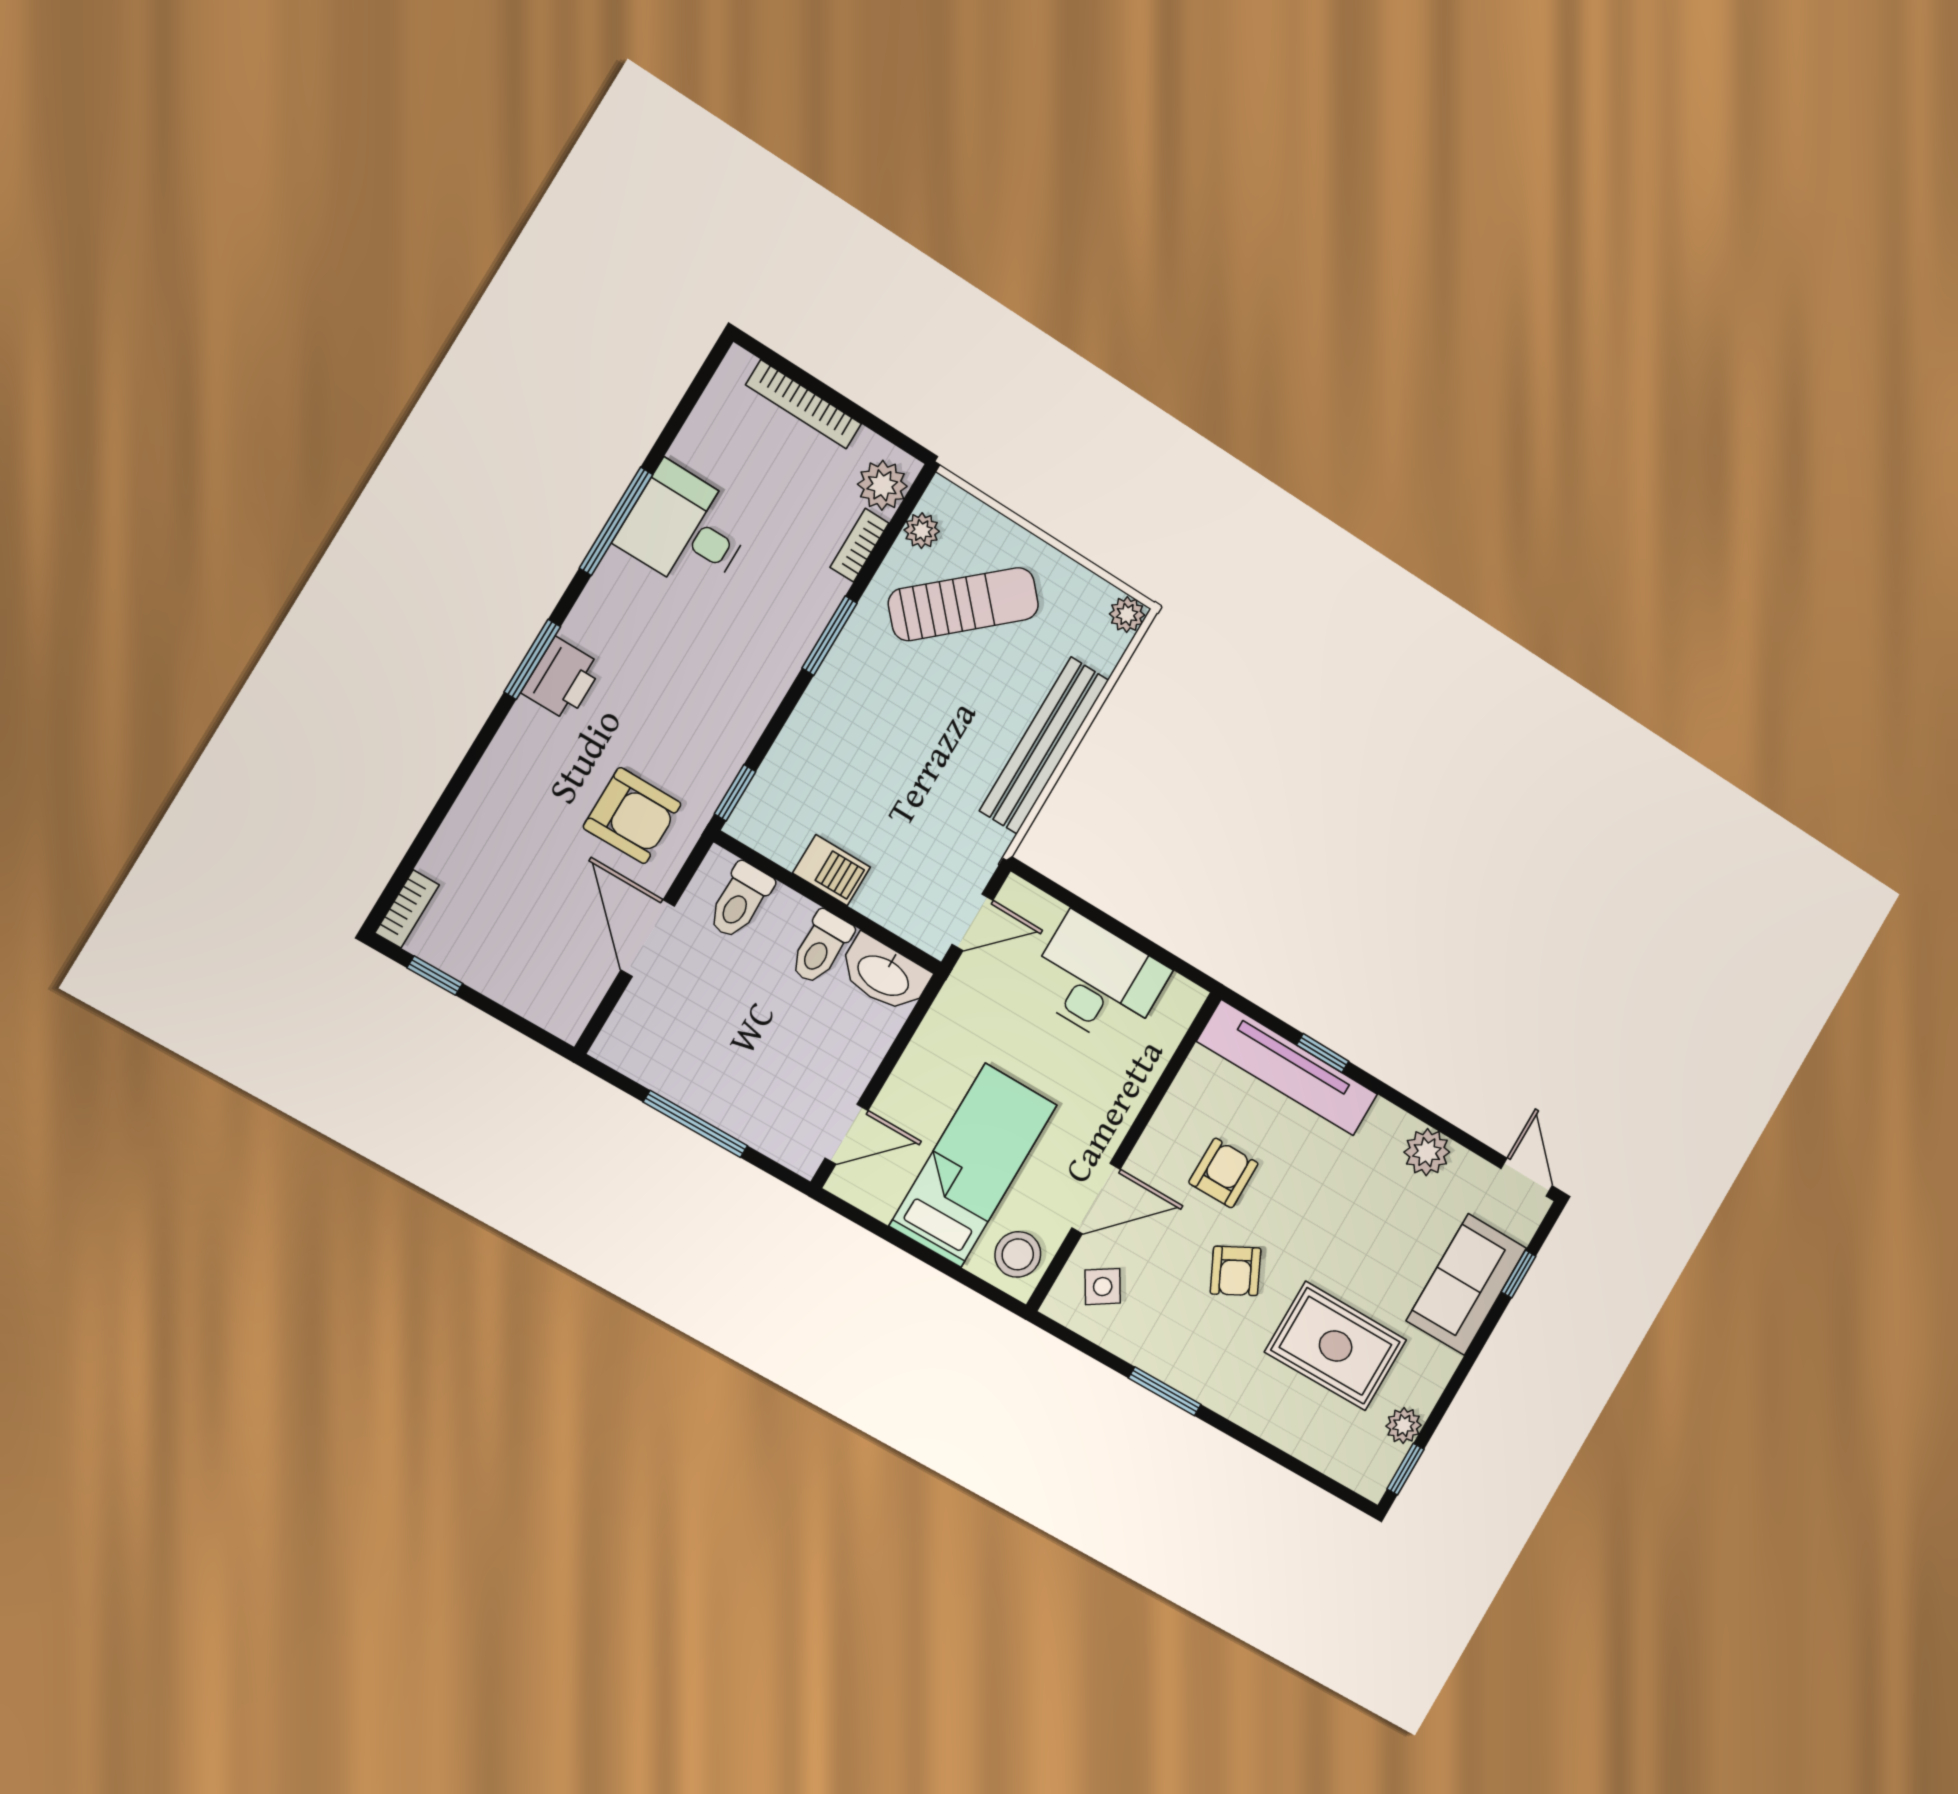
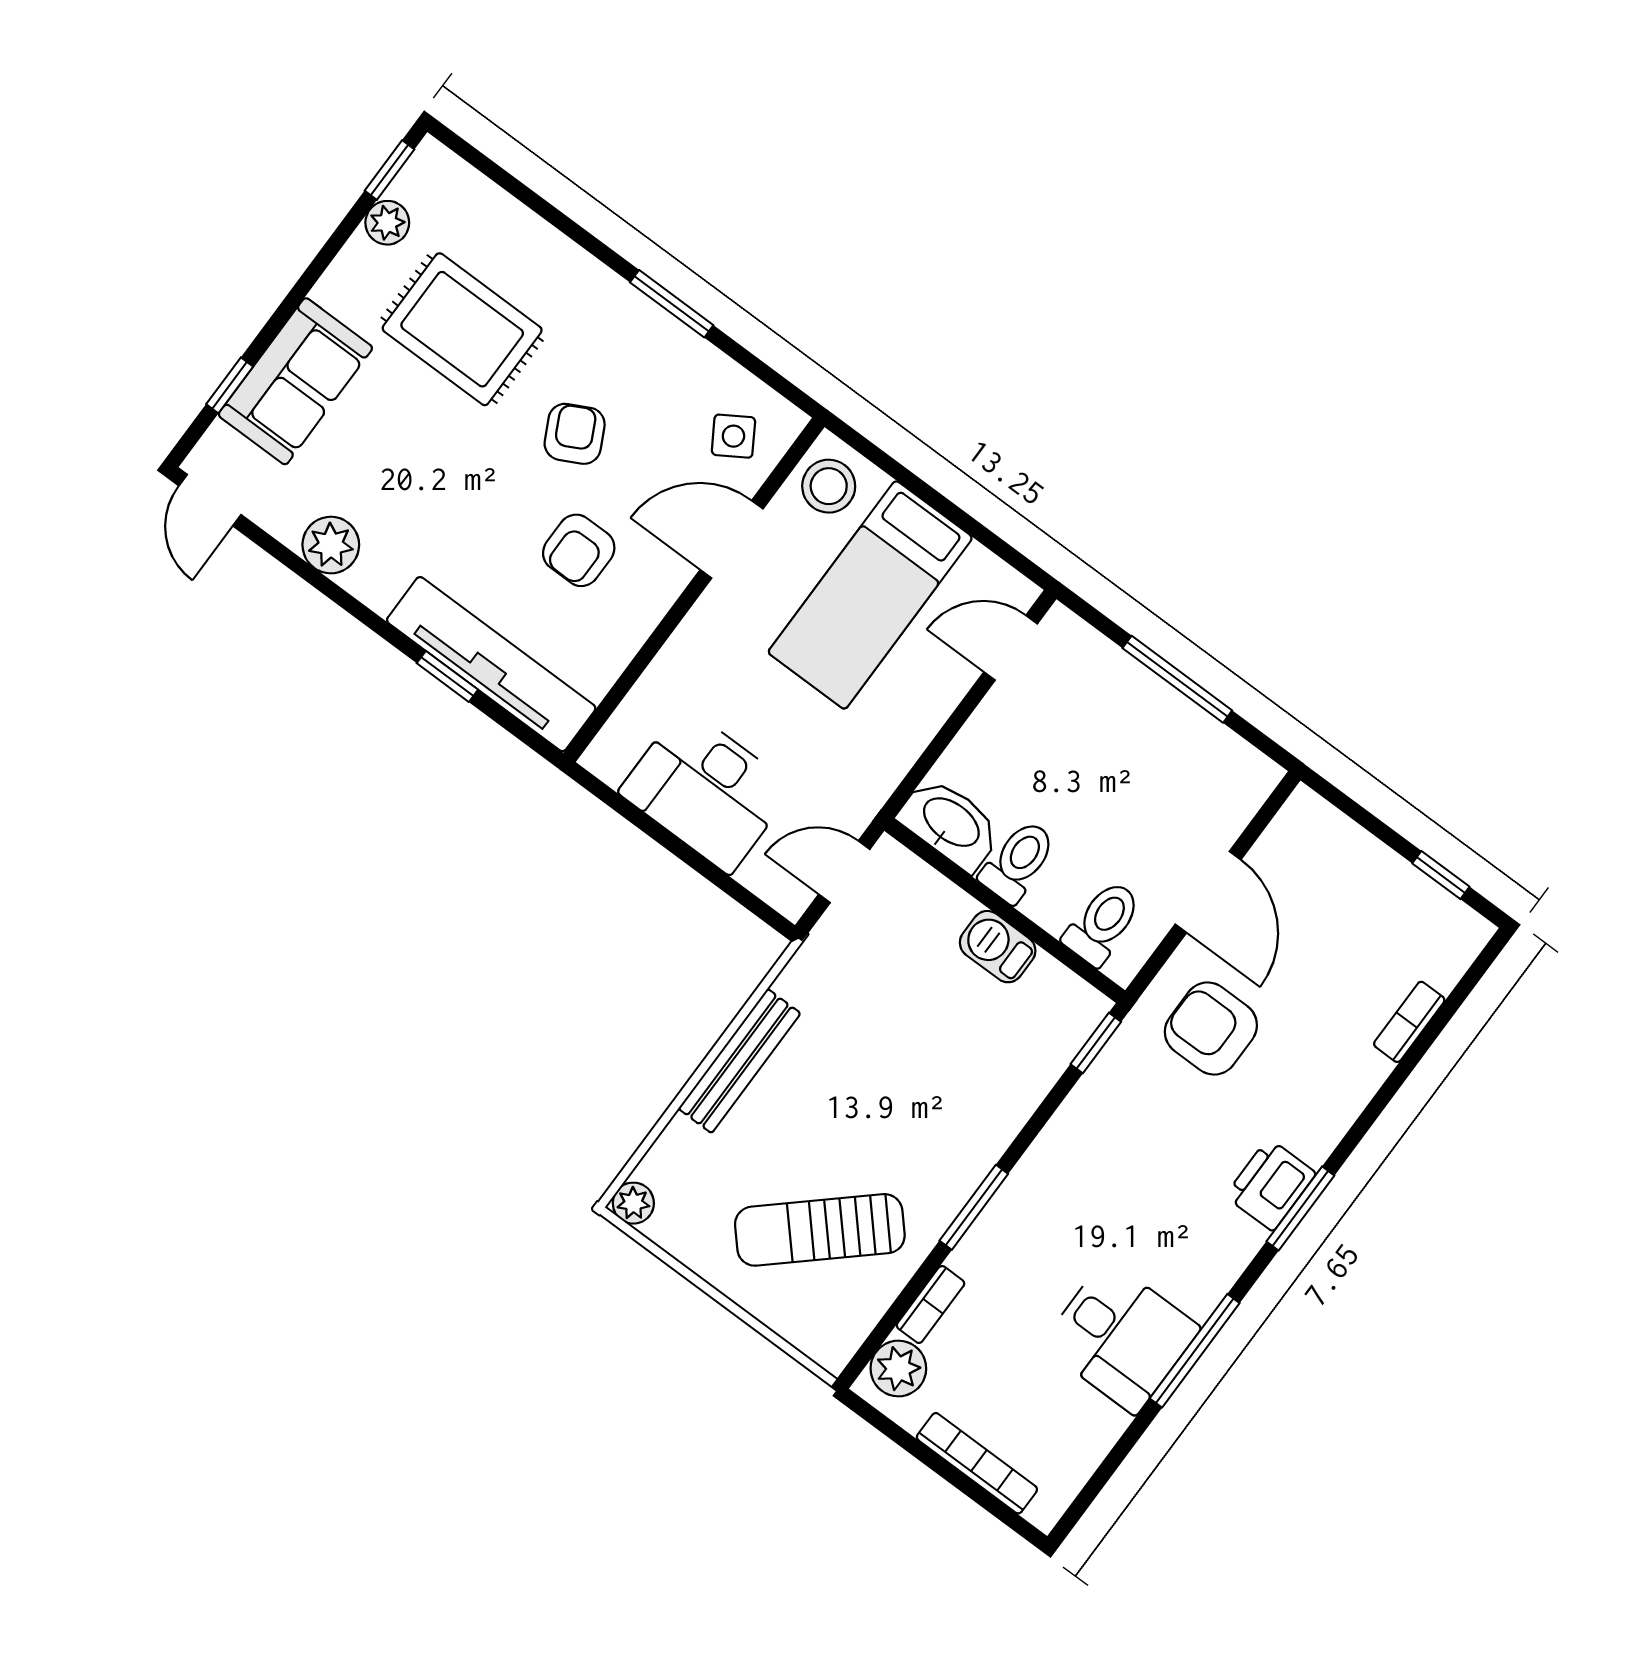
plant: (922, 531) -> (859, 1315), removed
bench: (1044, 745) -> (739, 1061), width x0.73, depth x0.82
bookcase: (407, 909) -> (1409, 1022), moved

